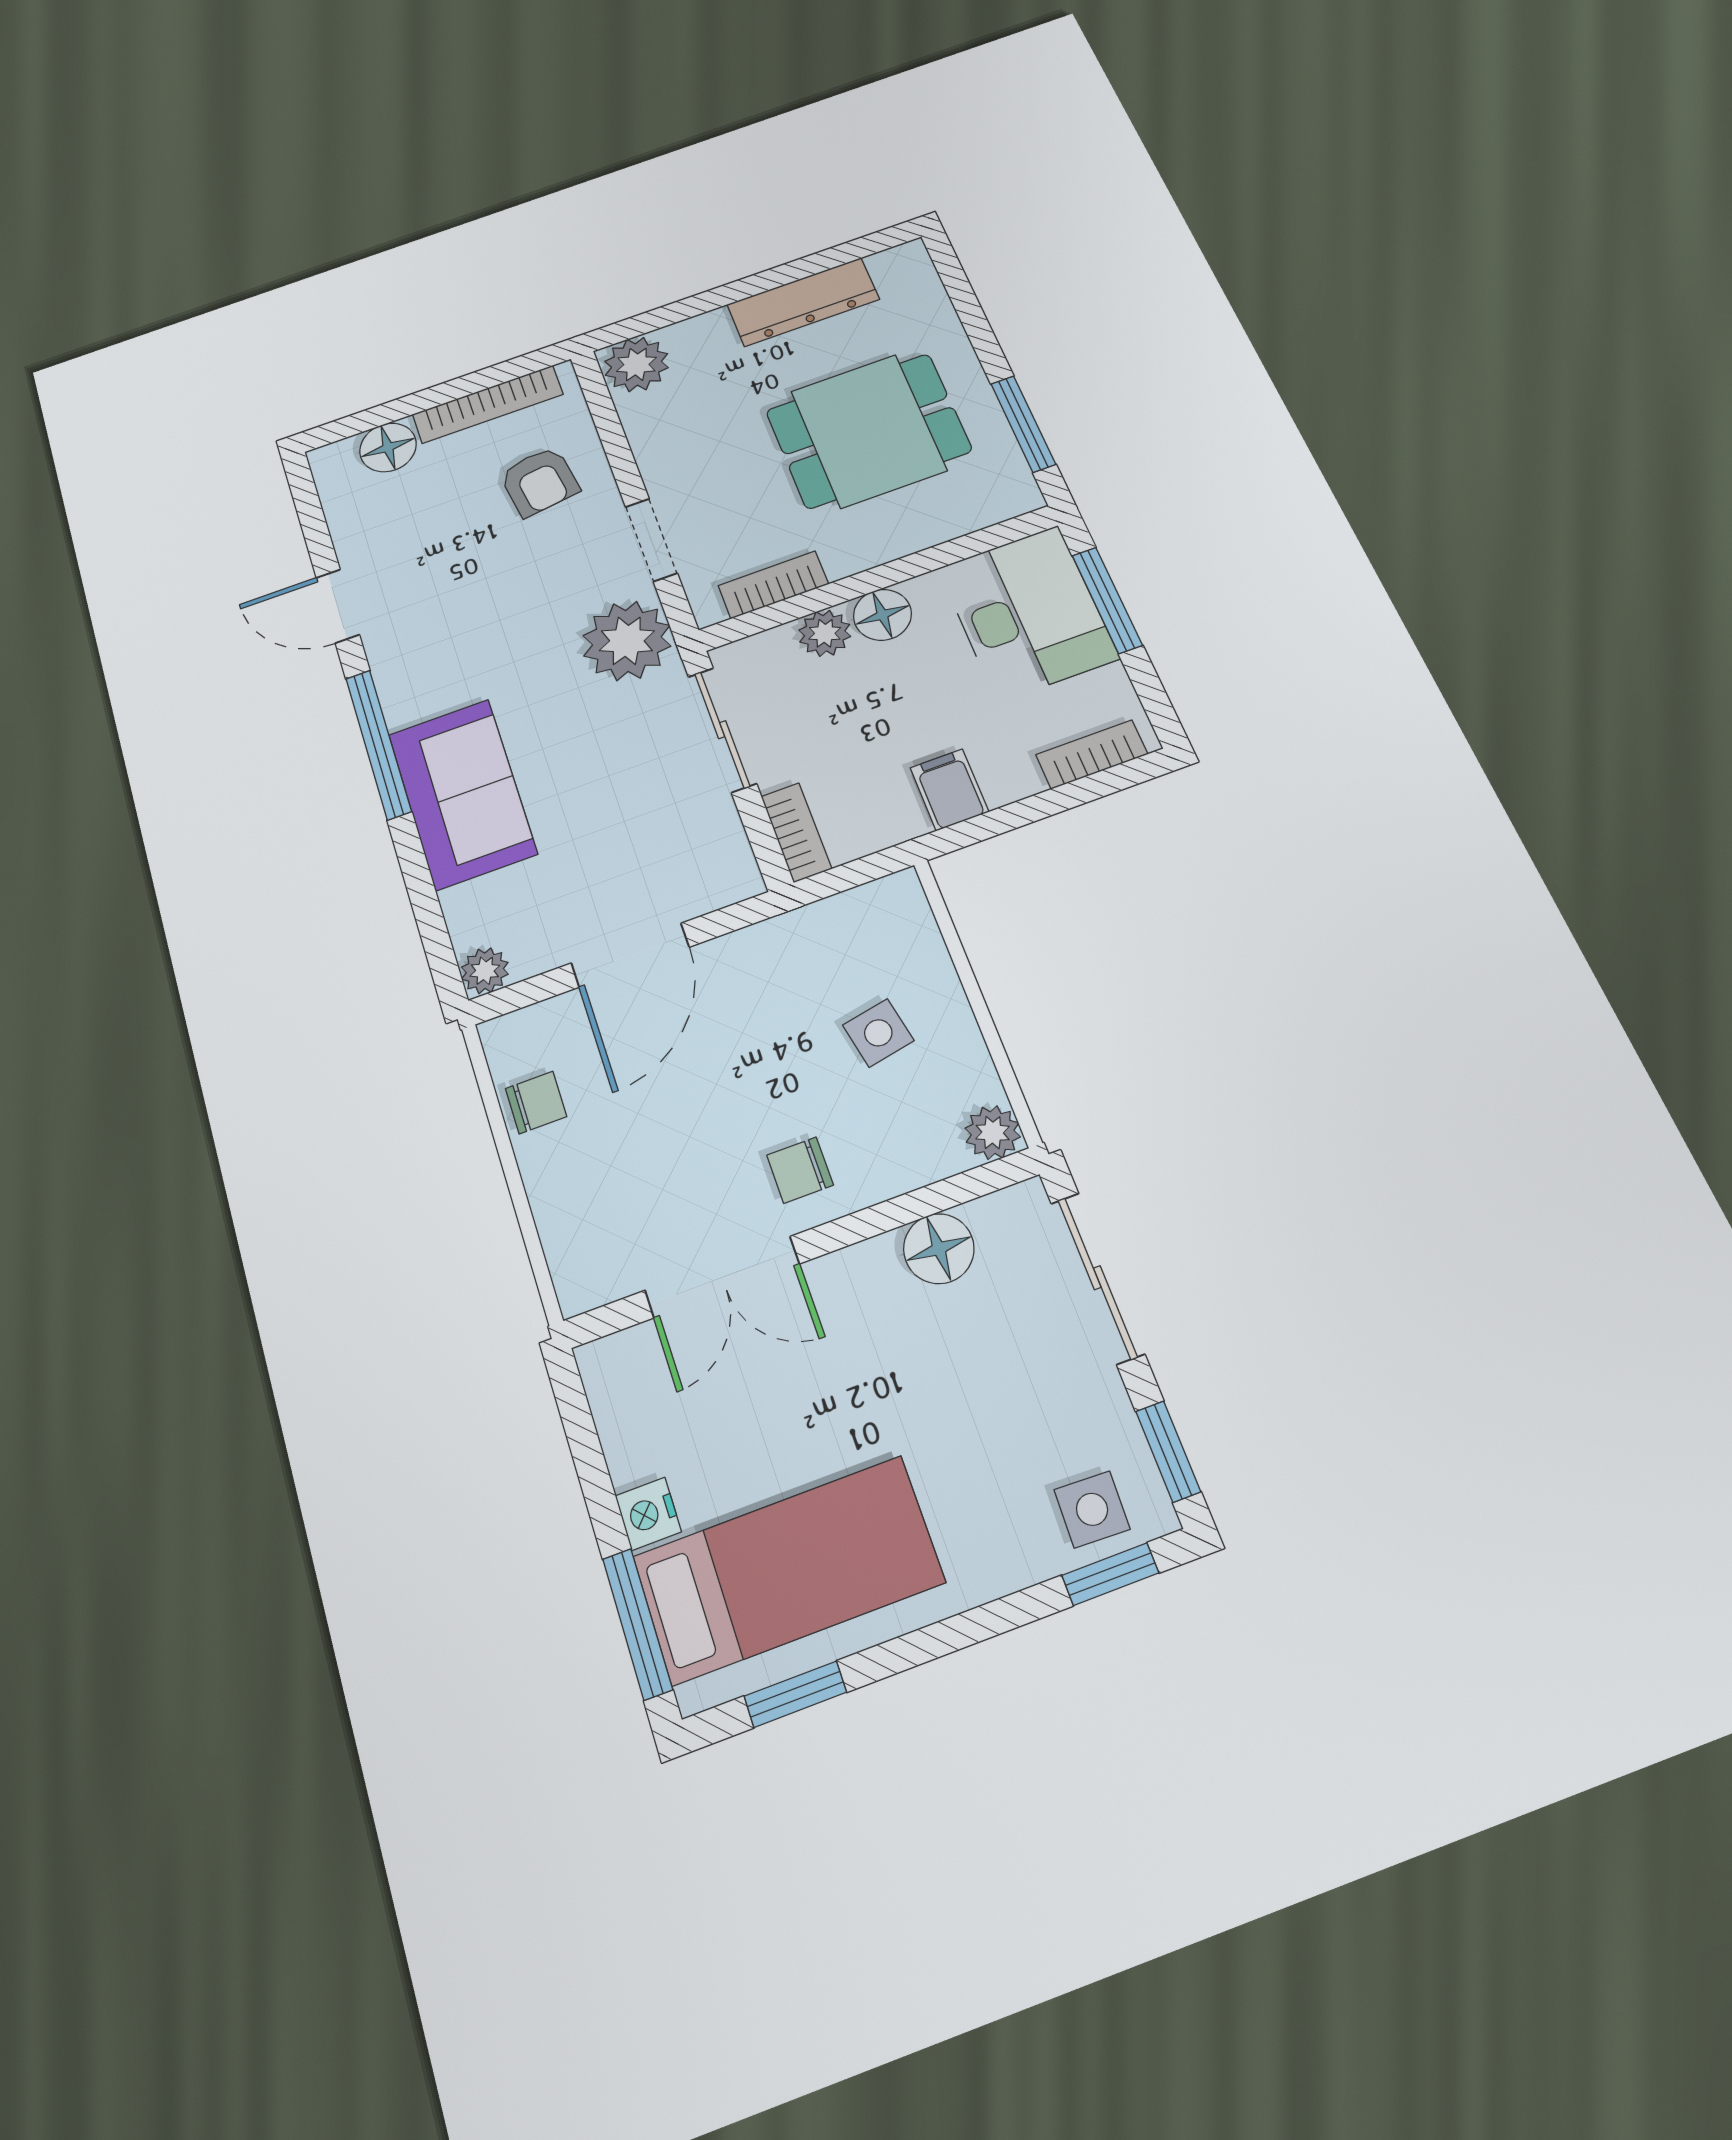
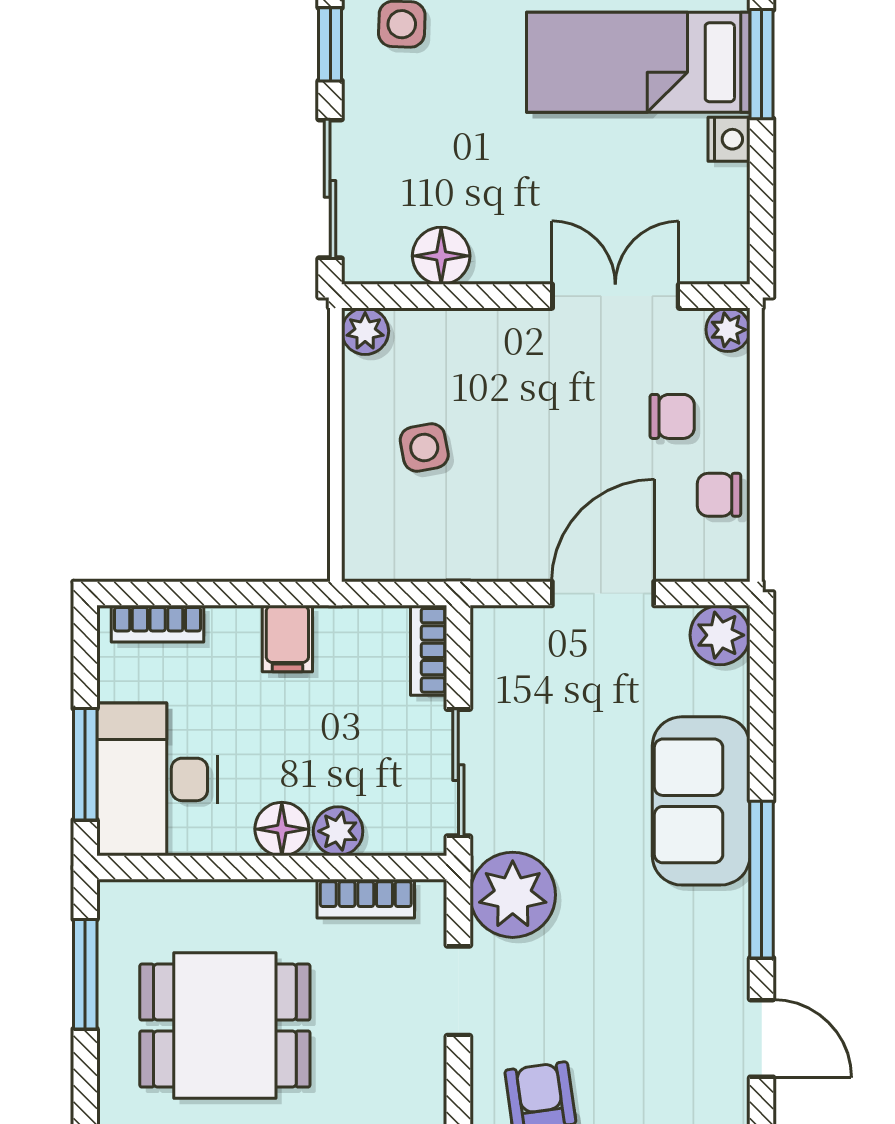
plant: (485, 971) -> (720, 635), width x1.38, depth x1.38
chair: (800, 1170) -> (672, 416), moved
plant: (581, 1287) -> (728, 330), added

